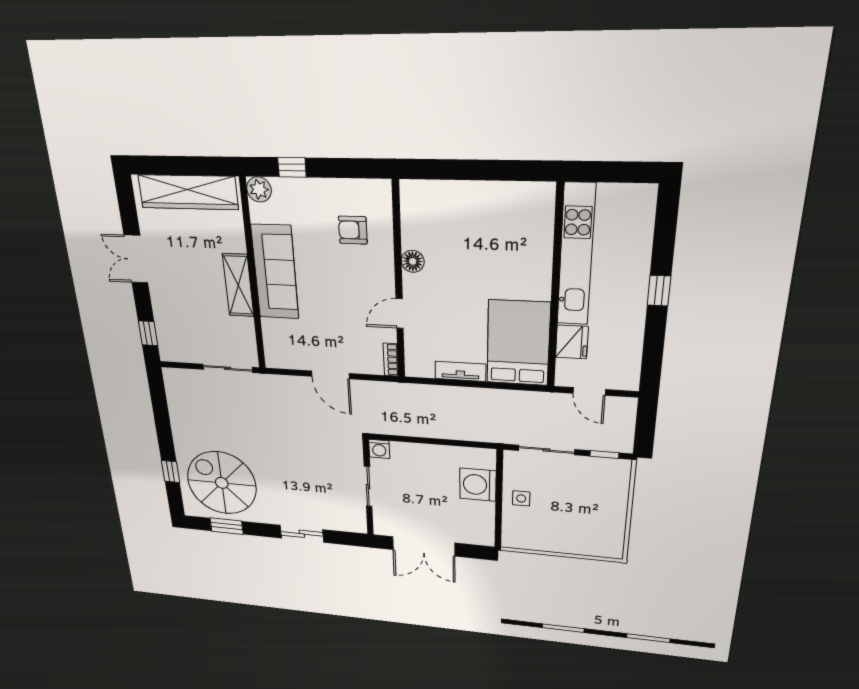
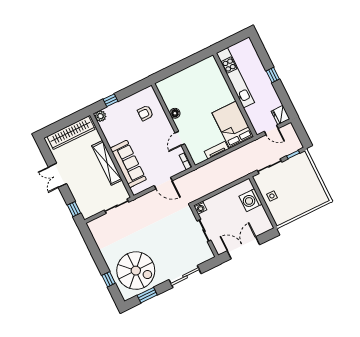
sofa: (275, 272) -> (128, 164), moved
shelving: (238, 285) -> (107, 163), width x1.47
fridge: (572, 342) -> (280, 115), moved, turned 180
spiral stairs: (222, 483) -> (136, 271), turned 180
sliding door: (302, 534) -> (185, 277), width x1.37
double door: (424, 546) -> (243, 248), swing flipped

